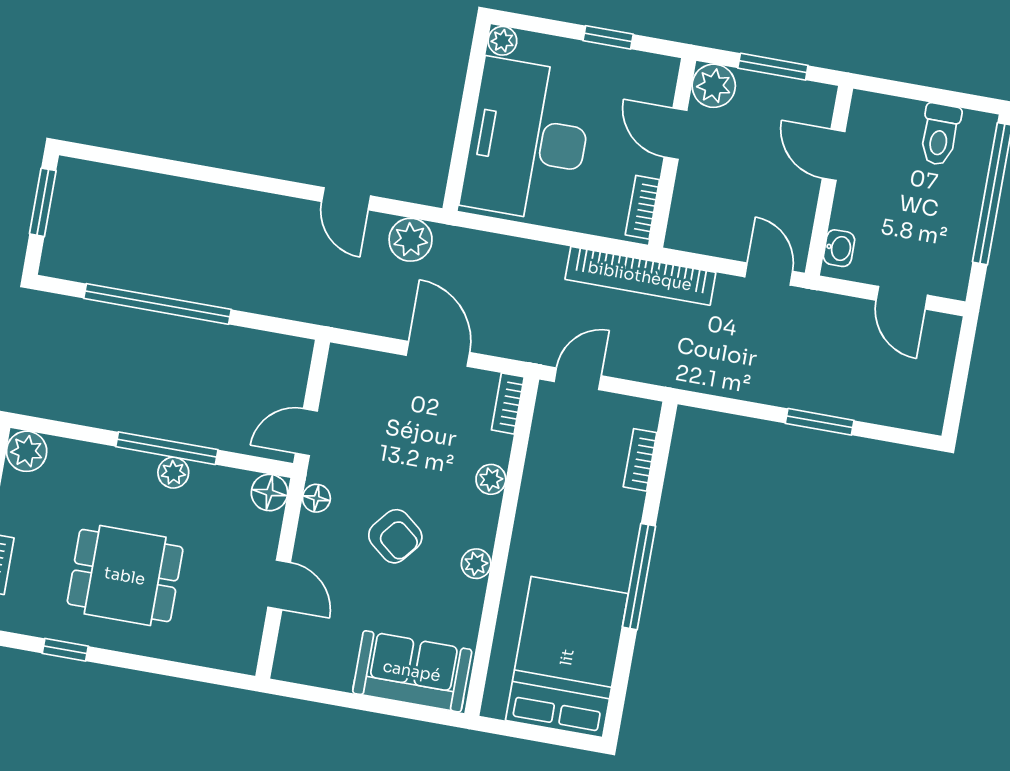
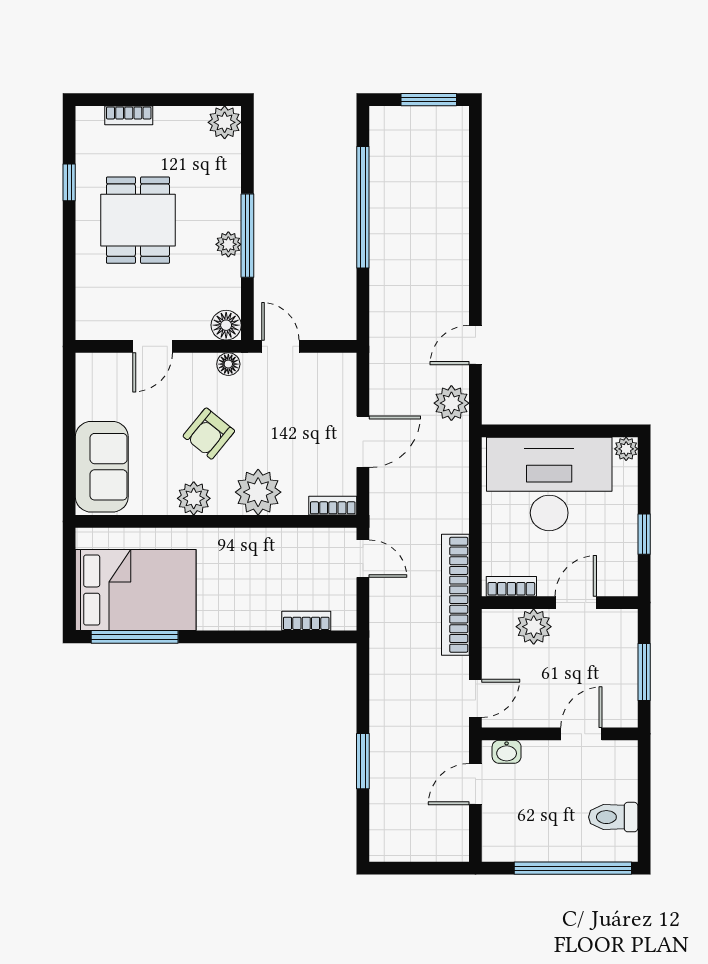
plant: (714, 86) -> (534, 627), moved
door: (902, 298) -> (475, 784), moved
plant: (491, 479) -> (258, 492), width x1.88, depth x1.88
plant: (476, 564) -> (194, 498), width x1.38, depth x1.38
window: (639, 577) -> (135, 637), moved

